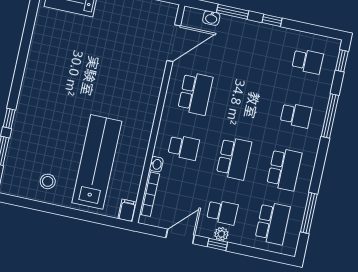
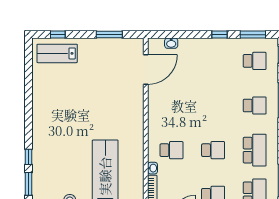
window: (233, 12) -> (253, 35), moved
school desk: (195, 93) -> (171, 106), removed
school desk: (234, 158) -> (213, 150), width x0.54

